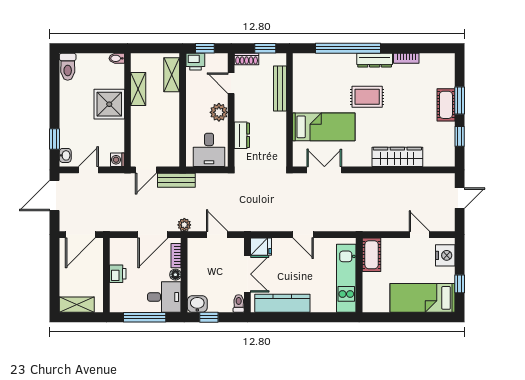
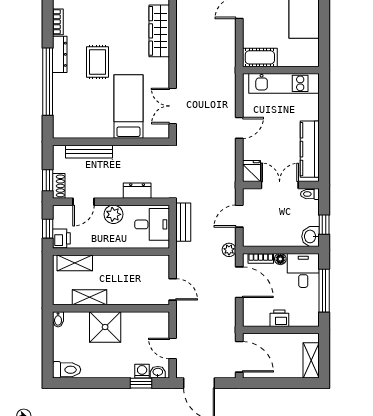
window: (265, 48) -> (48, 180), moved
washing machine: (117, 160) -> (142, 371), moved, turned 180
bench: (176, 180) -> (183, 222), moved

